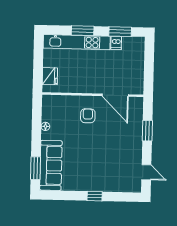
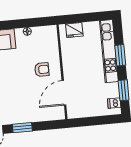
dishwasher: (116, 43) -> (114, 103), moved
window: (147, 131) -> (22, 128), moved

